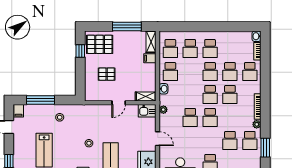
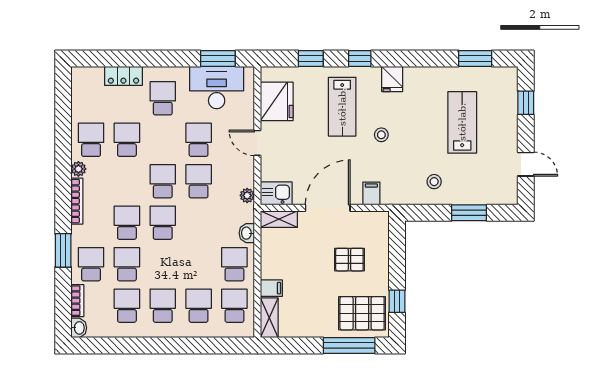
window: (127, 26) -> (349, 345), moved
school desk: (210, 72) -> (127, 306), moved
window: (40, 100) -> (469, 213), width x0.69
door: (119, 103) -> (328, 208), width x1.88
filing cabinet: (19, 111) -> (371, 193), moved
school desk: (190, 140) -> (199, 140), added
window: (265, 148) -> (63, 250), moved

